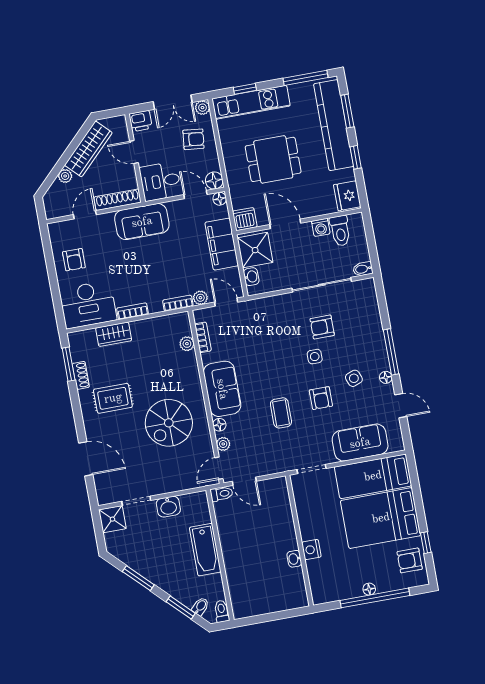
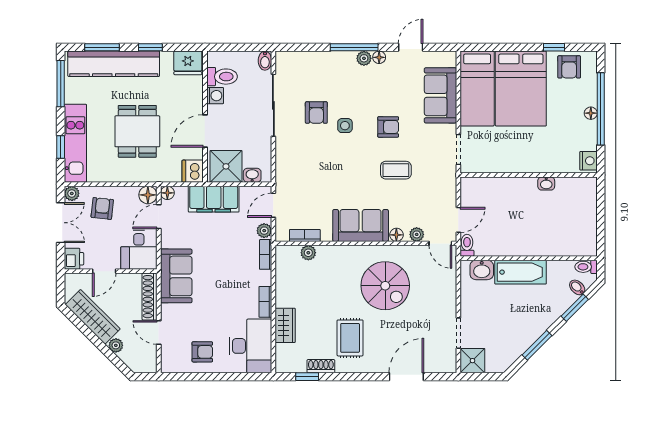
plant: (382, 363) -> (364, 58), added
window: (69, 364) -> (307, 377), width x0.67
side table: (354, 378) -> (374, 90), removed
washbasin: (168, 507) -> (482, 270), moved, turned 90
nightstand: (311, 550) -> (588, 161), moved, turned -90

